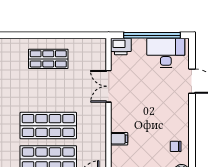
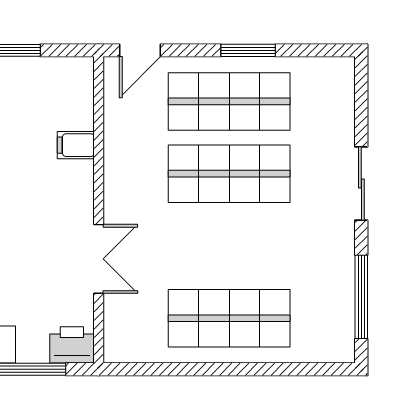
shop shelf: (48, 59) -> (229, 318), width x1.43, depth x1.36

